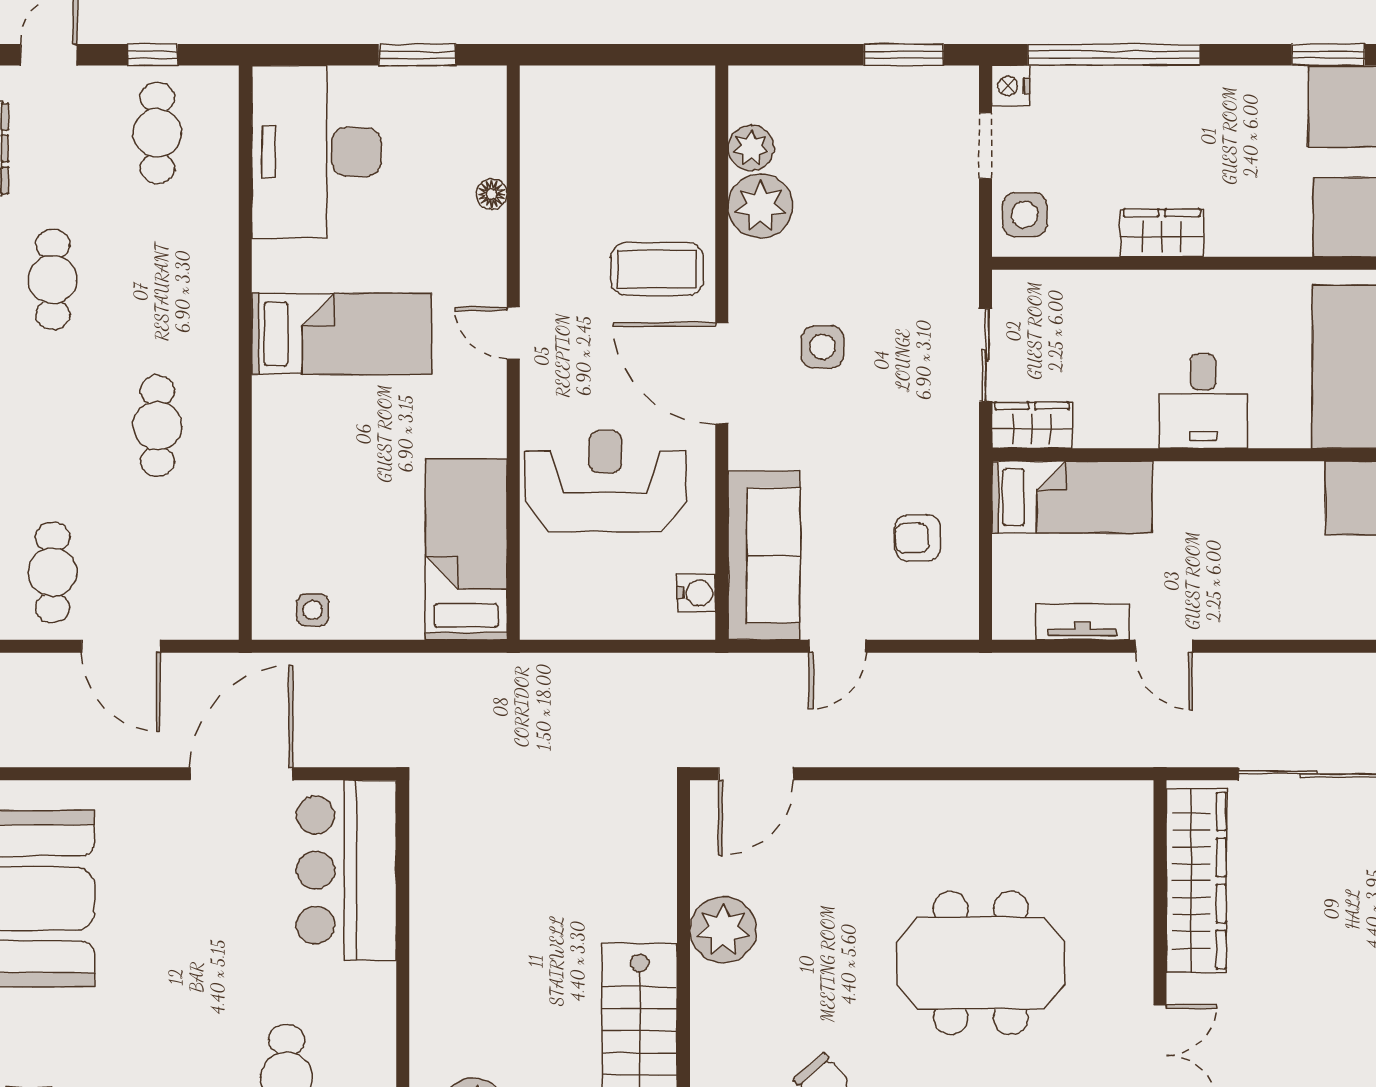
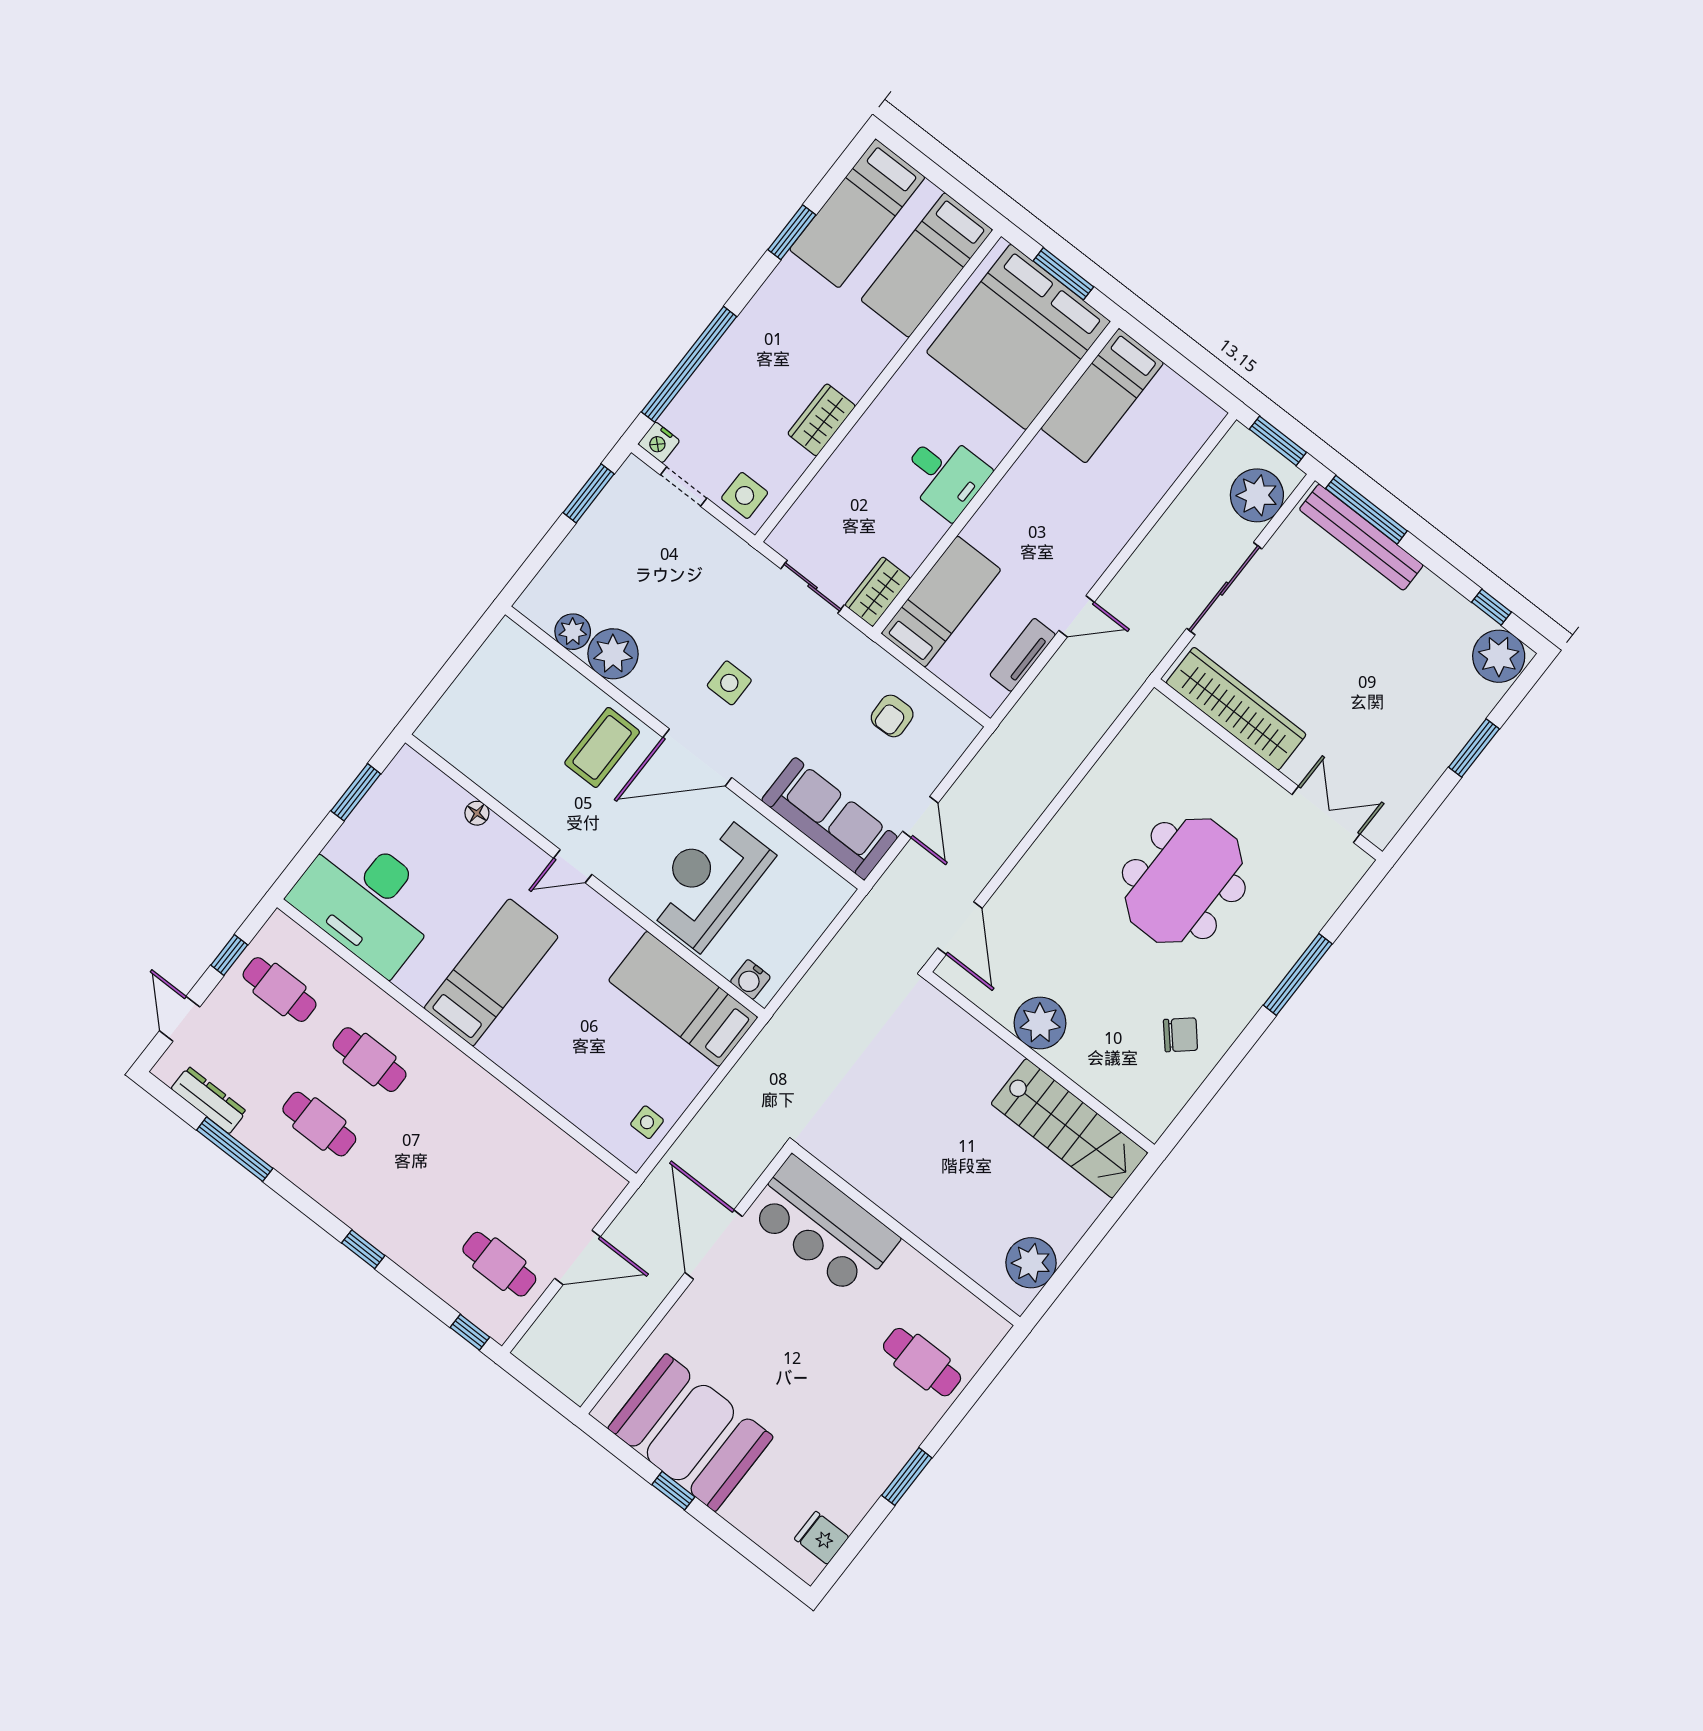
cafe table: (157, 426) -> (370, 1060), moved
water cooler: (696, 593) -> (750, 979), moved, turned 180

